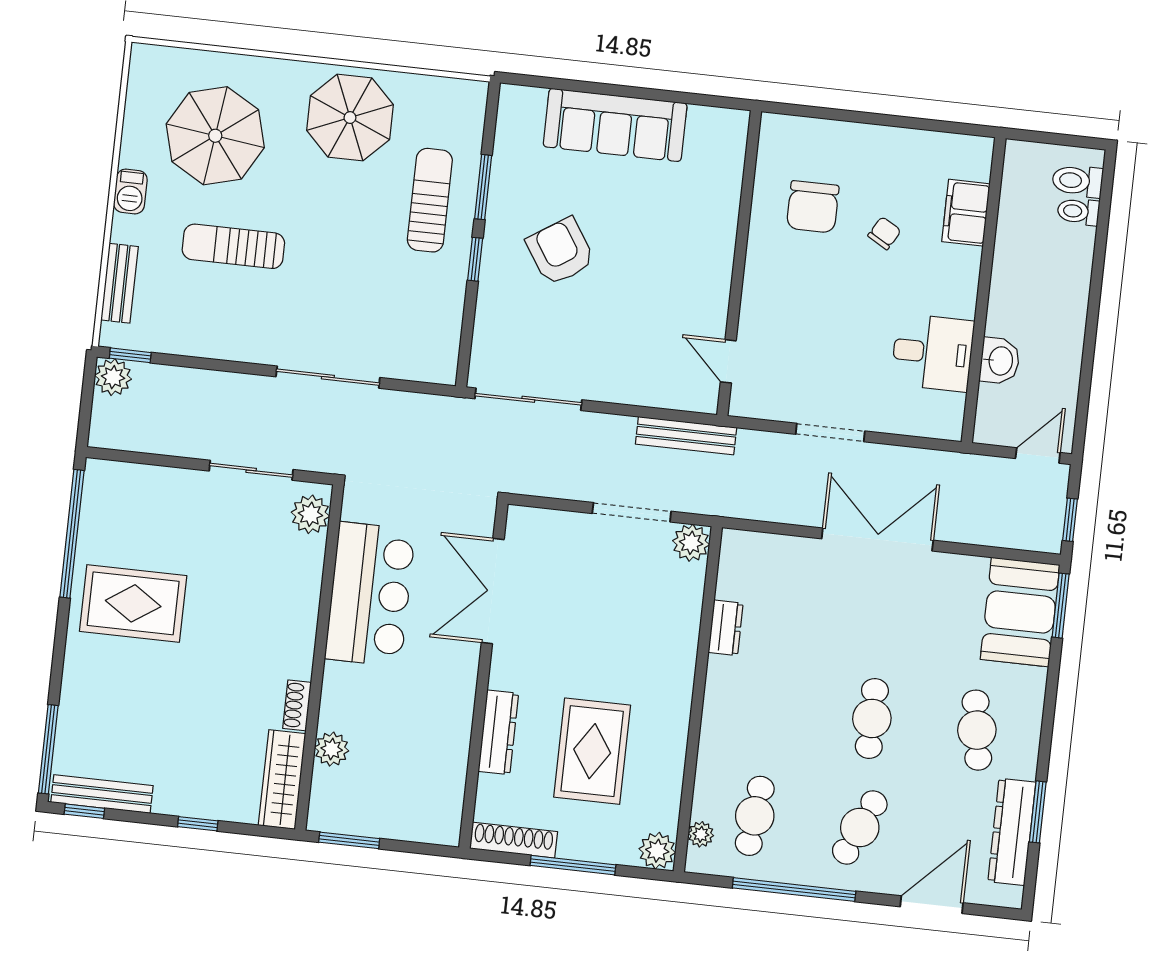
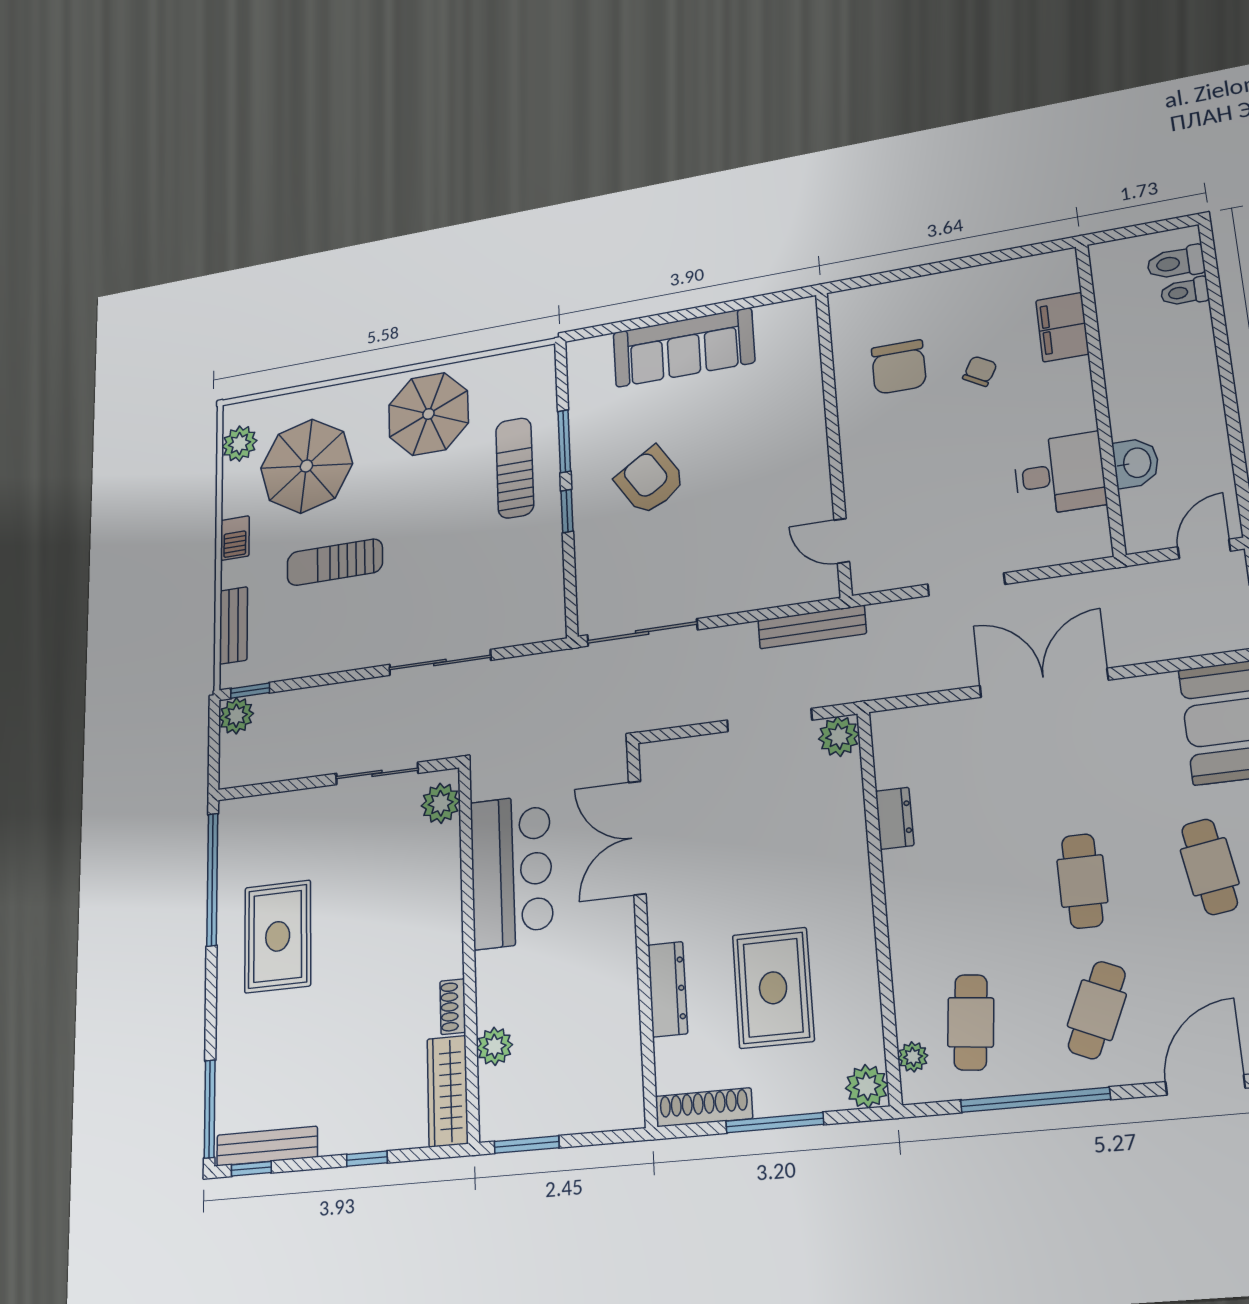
plant: (146, 90) -> (239, 444), added
rug: (133, 603) -> (278, 936), turned 90

